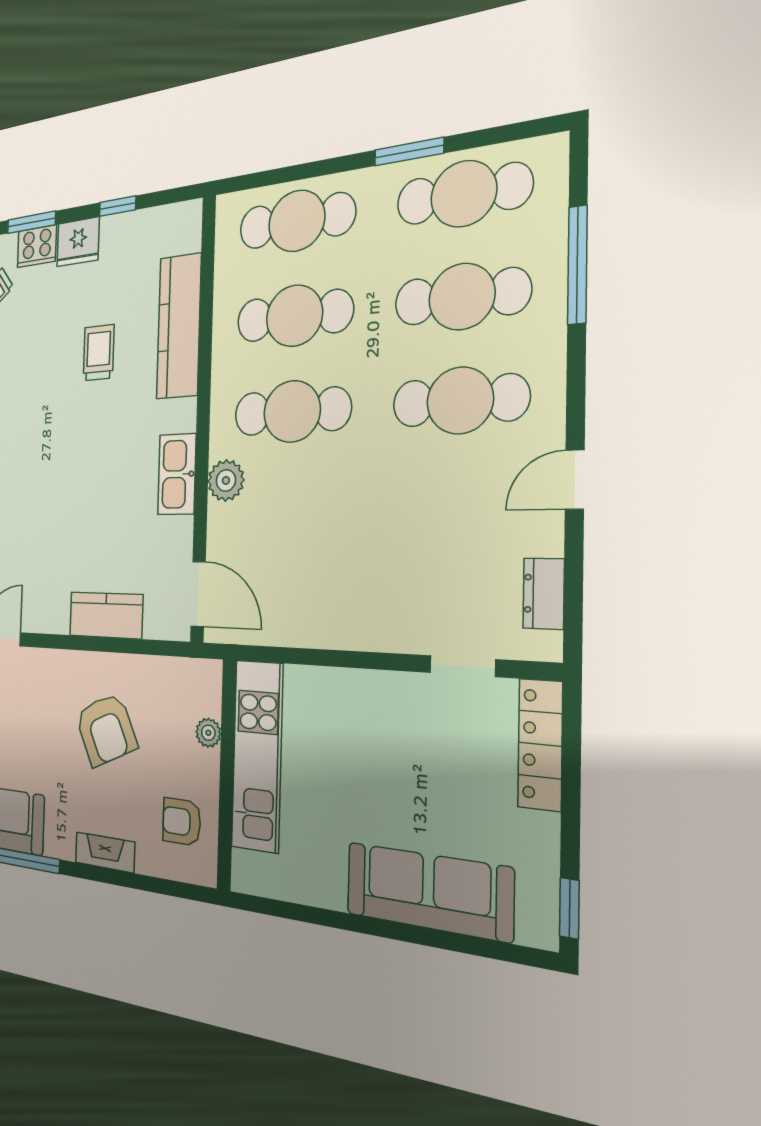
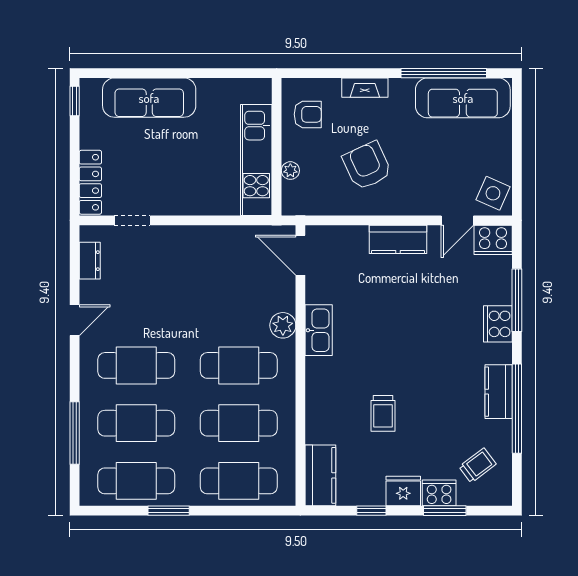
kitchen counter: (179, 326) -> (320, 475), moved, width x0.67
kitchen counter: (106, 615) -> (398, 239), moved

